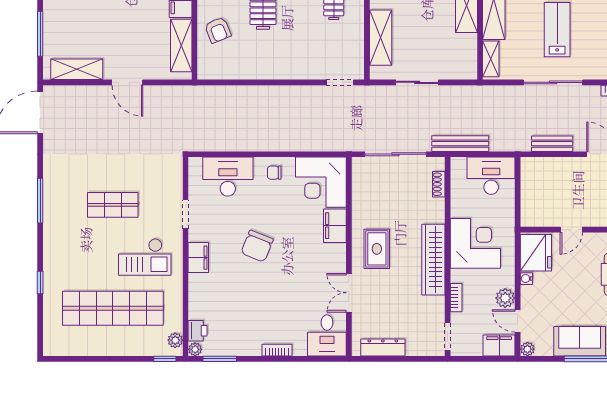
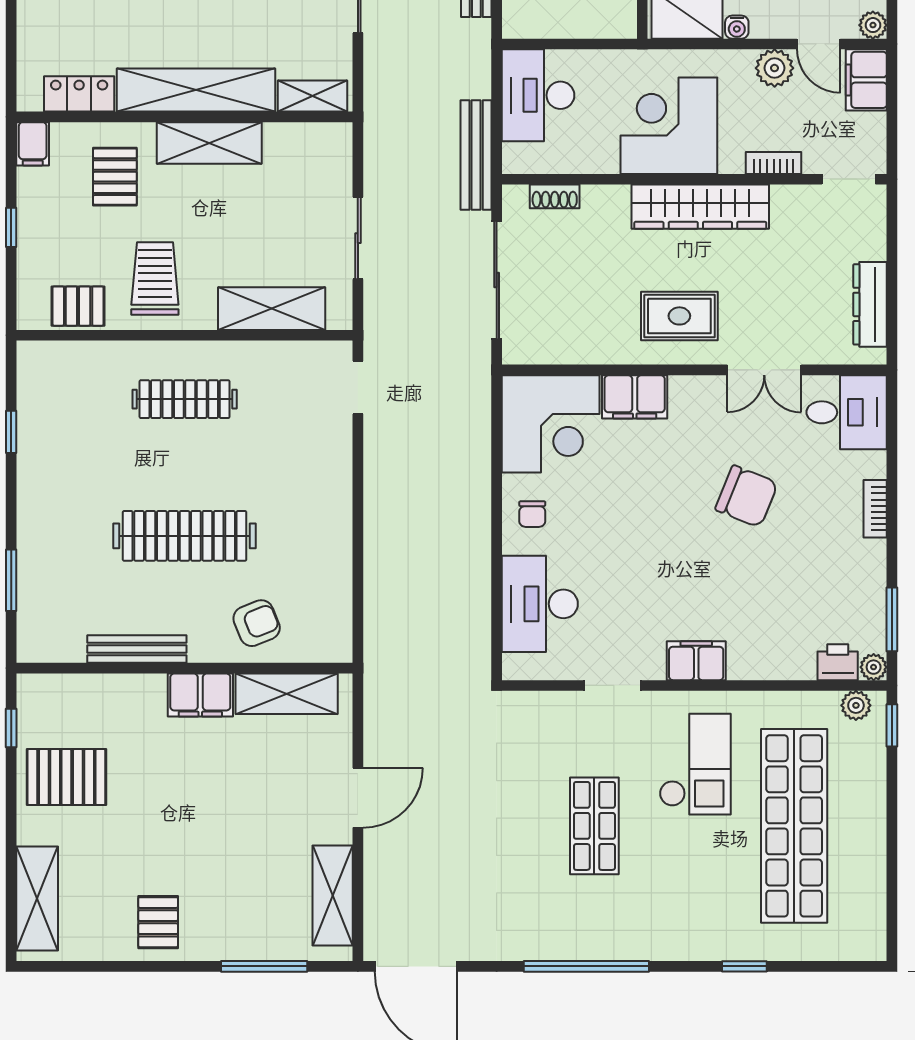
window: (40, 201) -> (586, 966), width x1.46
chair: (257, 246) -> (747, 496), moved
door: (518, 321) -> (819, 44), hinge flipped

